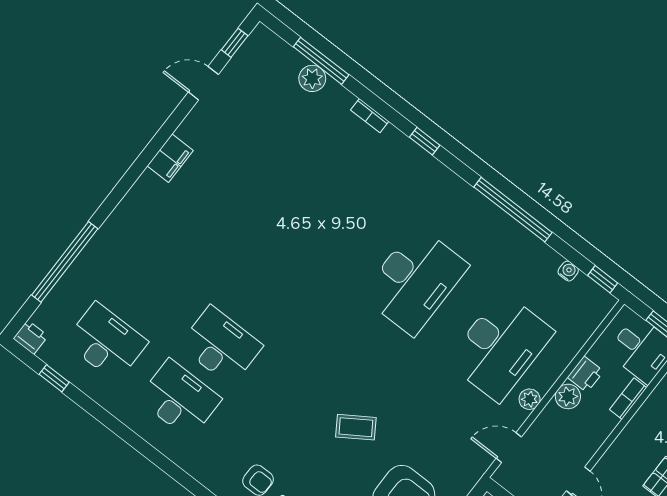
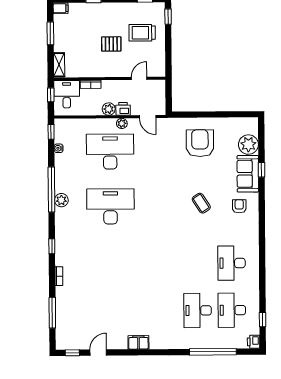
plant: (312, 78) -> (61, 200), moved
door: (203, 83) -> (98, 353), swing flipped
desk: (221, 346) -> (198, 310), moved
printer: (585, 374) -> (123, 109), moved
coffee table: (356, 427) -> (201, 203), moved

